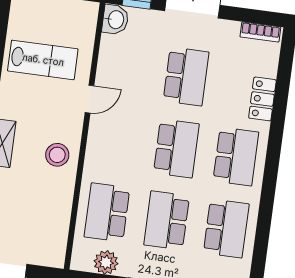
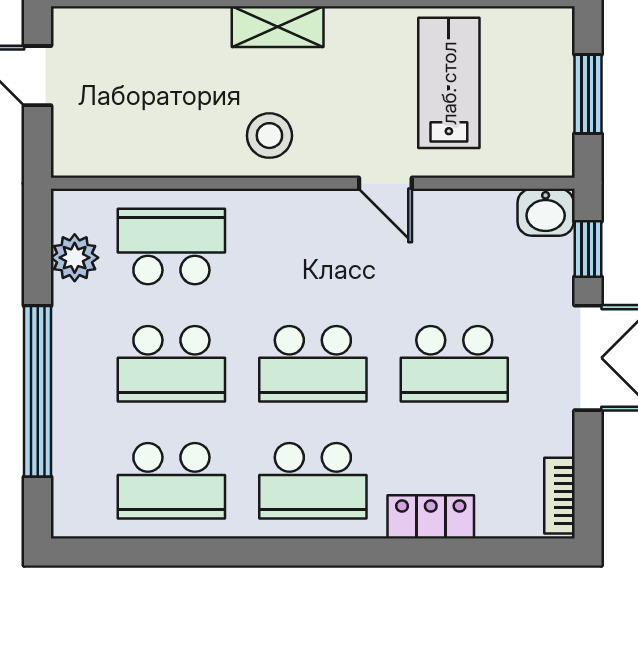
lab bench: (43, 60) -> (449, 83), turned 180
school desk: (167, 220) -> (171, 364), turned 180

